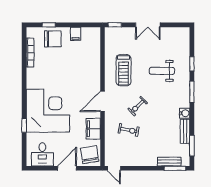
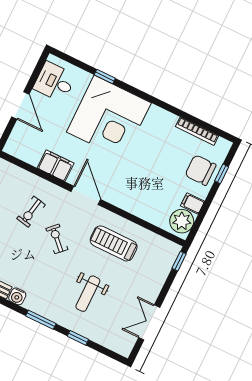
double door: (148, 25) -> (149, 322), moved
plant: (90, 35) -> (182, 221), added
chair: (53, 39) -> (200, 170), turned 90
weight bench: (162, 71) -> (88, 294), turned 180
chair: (90, 155) -> (24, 144), removed

